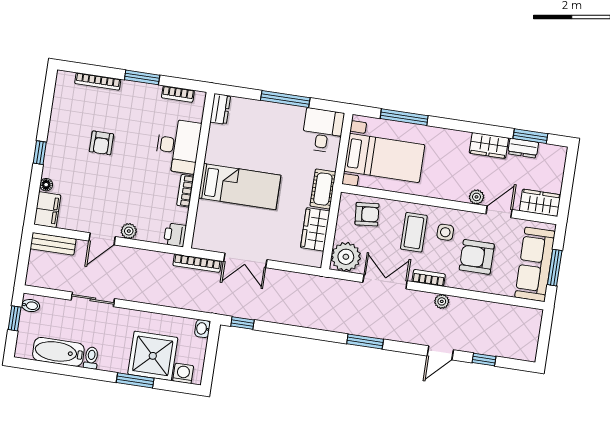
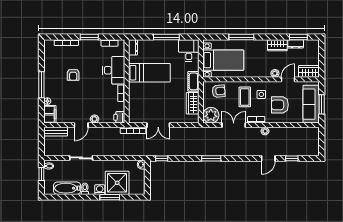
window: (404, 117) -> (241, 37), moved
window: (40, 153) -> (41, 85), width x2.17
bed: (240, 187) -> (149, 73), moved
window: (365, 342) -> (211, 158), moved
washing machine: (183, 373) -> (100, 190), moved

